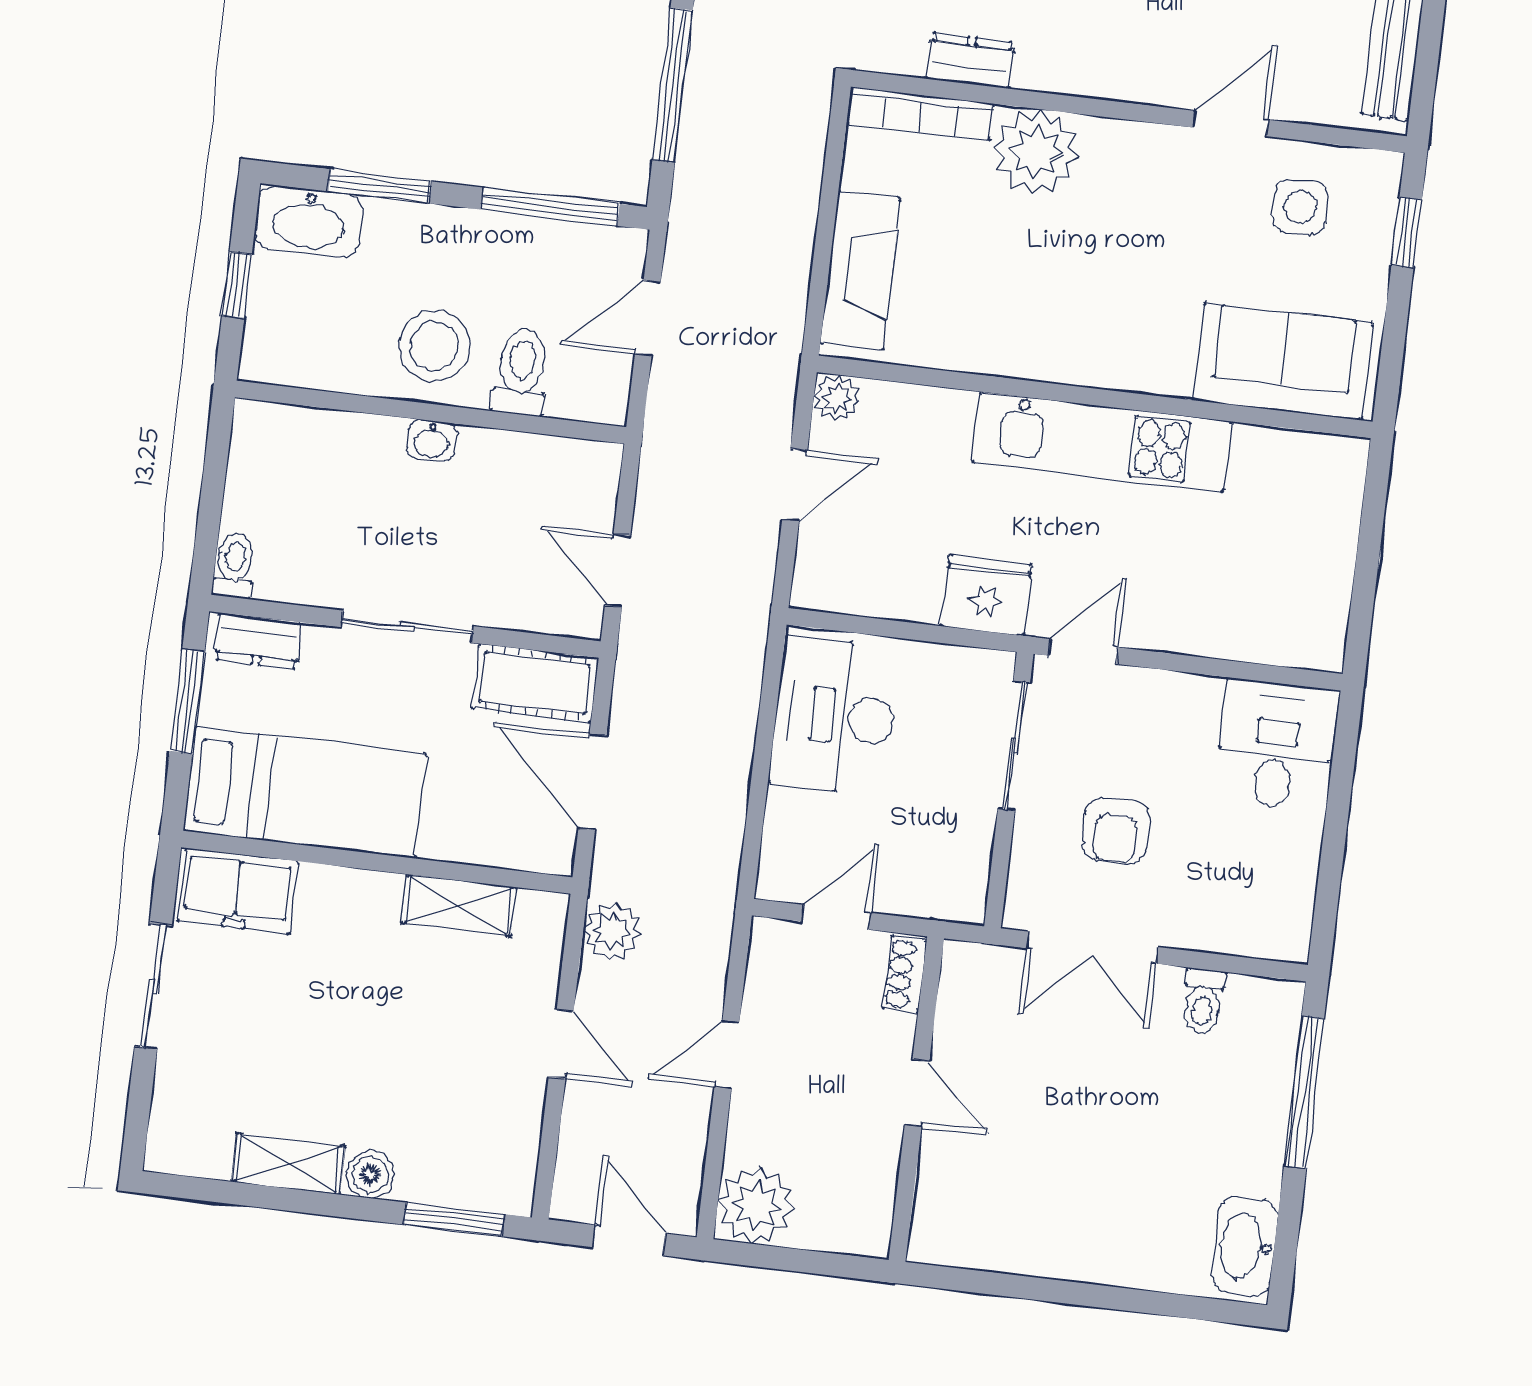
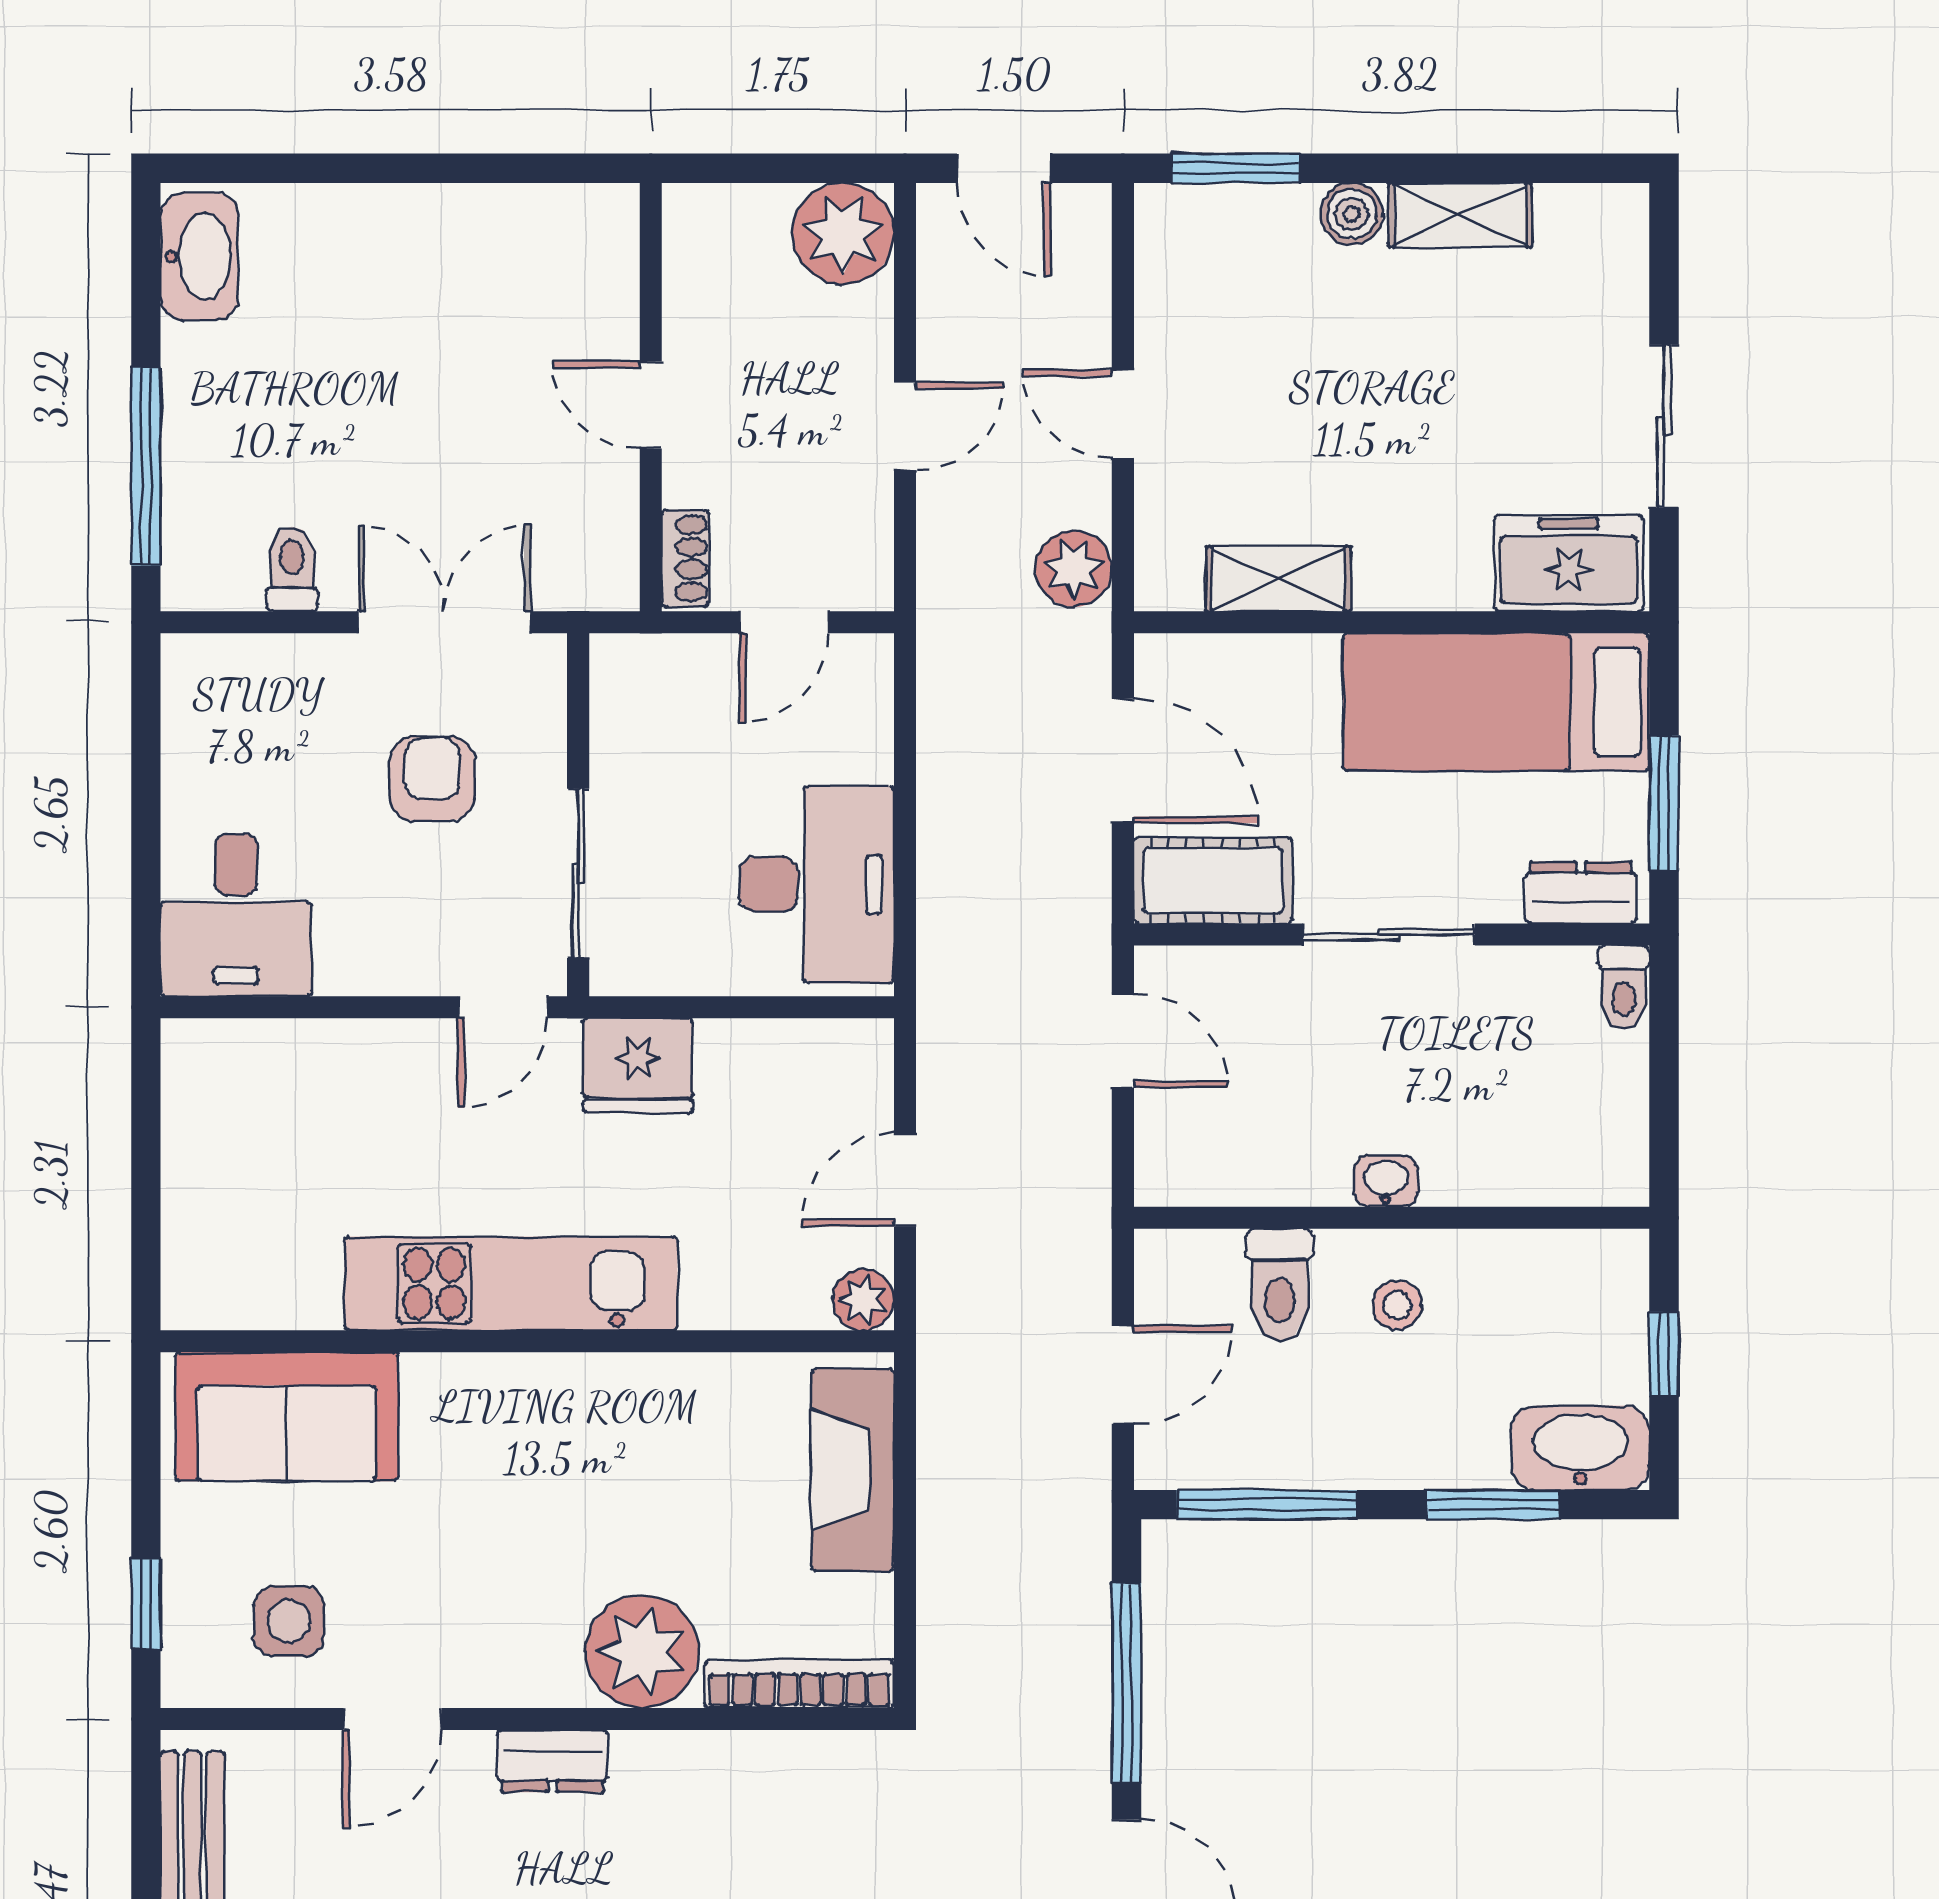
dresser: (970, 60) -> (552, 1761), moved
stool: (434, 346) -> (1397, 1305), width x0.53, depth x0.53

